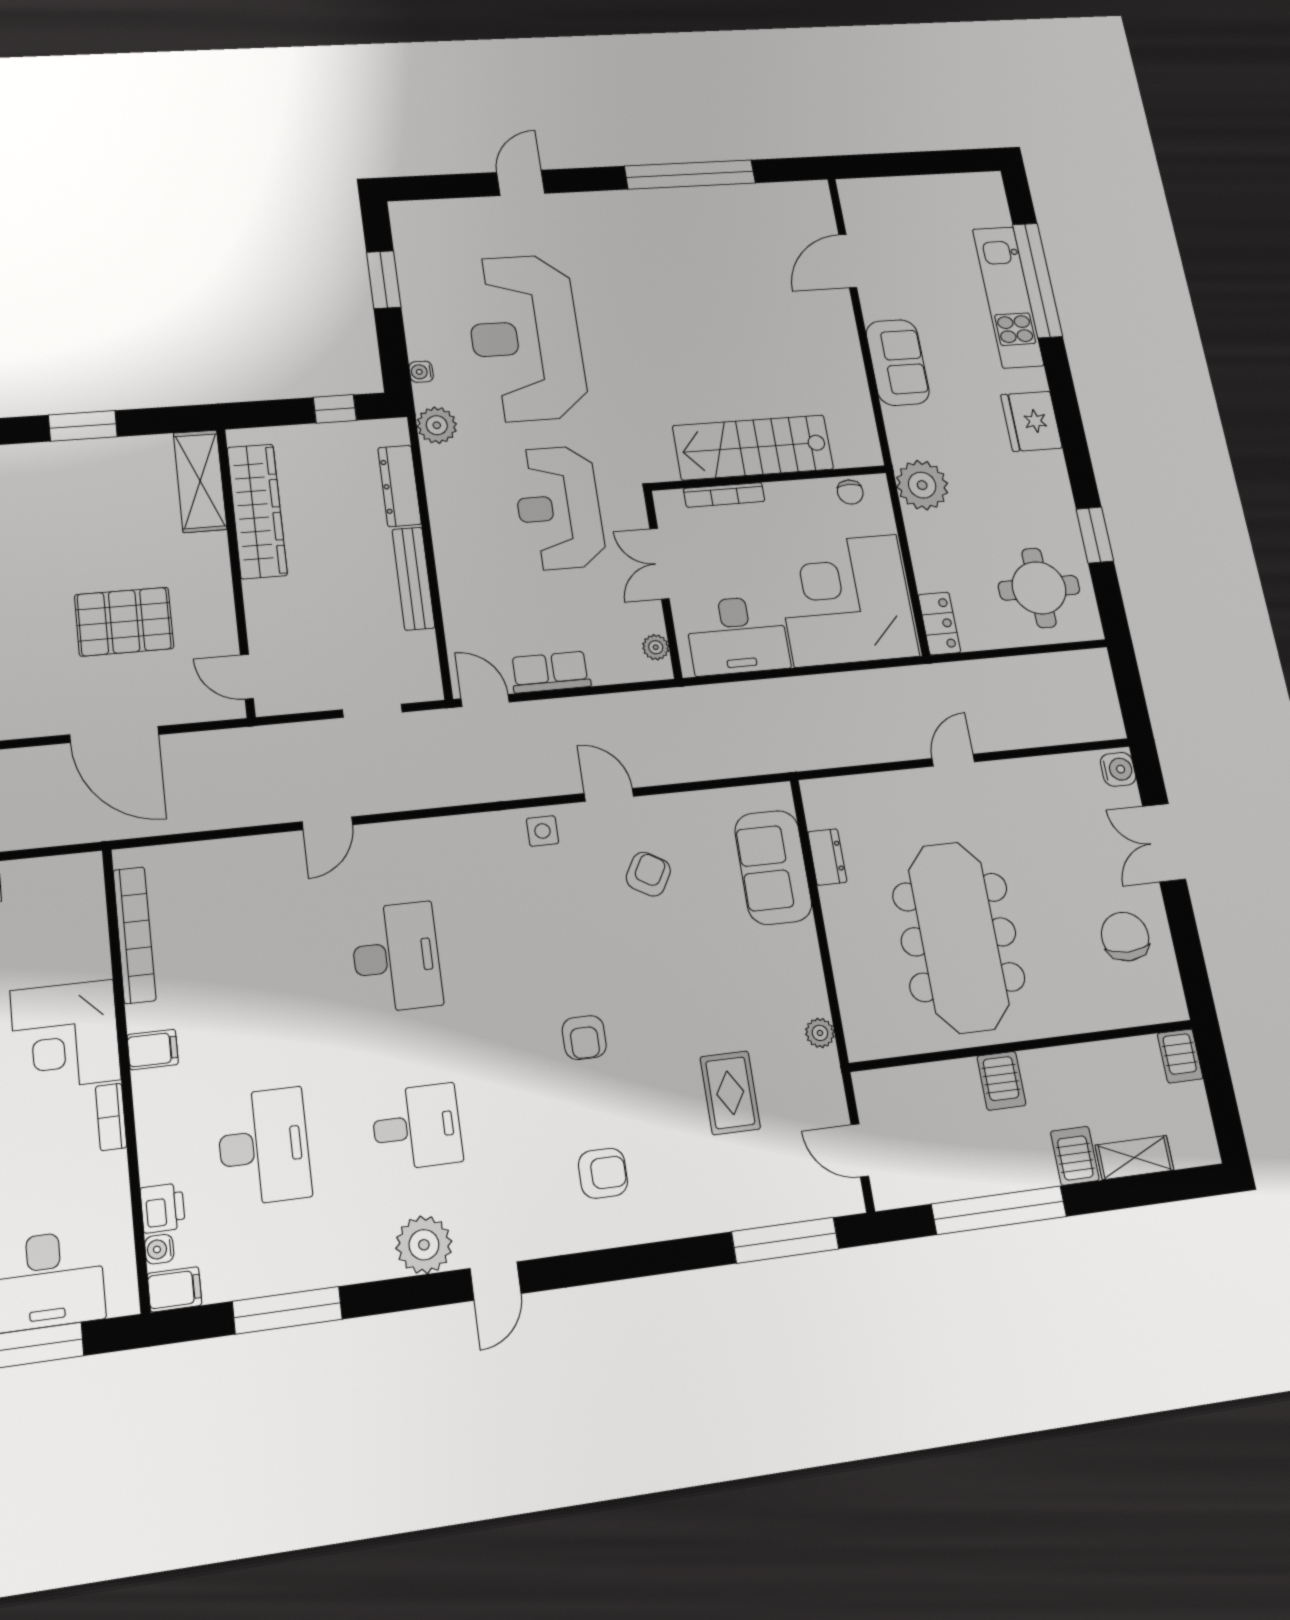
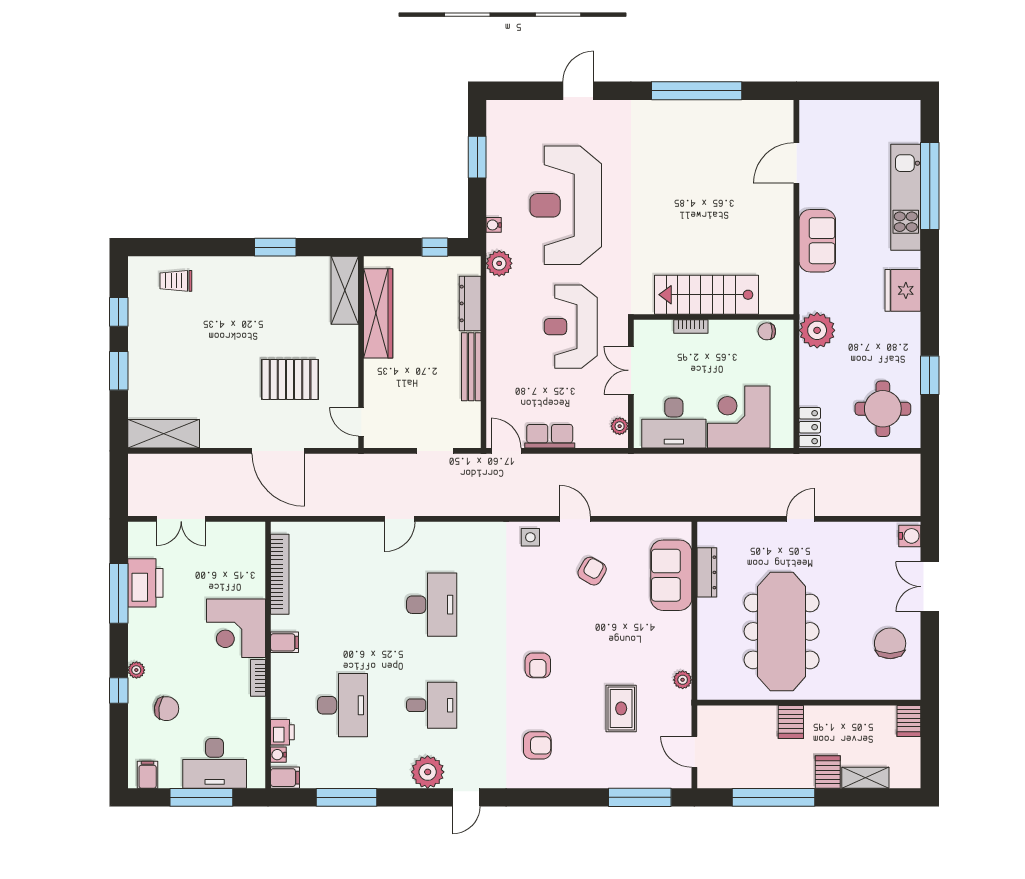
chair: (850, 492) -> (767, 331), turned 90
bookcase: (724, 495) -> (691, 327), width x0.64
corner desk: (846, 600) -> (739, 417), width x0.74, depth x0.74
dresser: (827, 857) -> (707, 572), width x1.44

